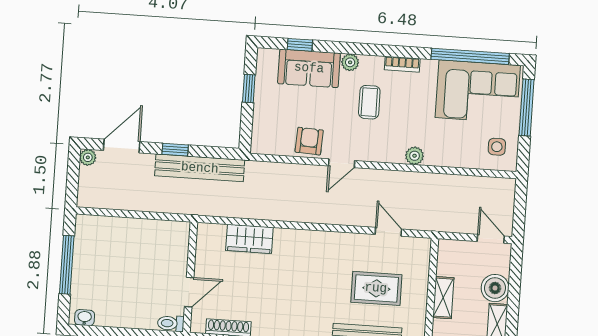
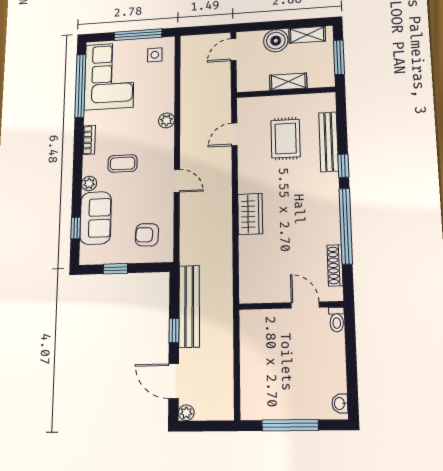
window: (527, 107) -> (138, 35), moved
armchair: (309, 141) -> (147, 235), moved
wardrobe: (249, 239) -> (250, 214), moved

